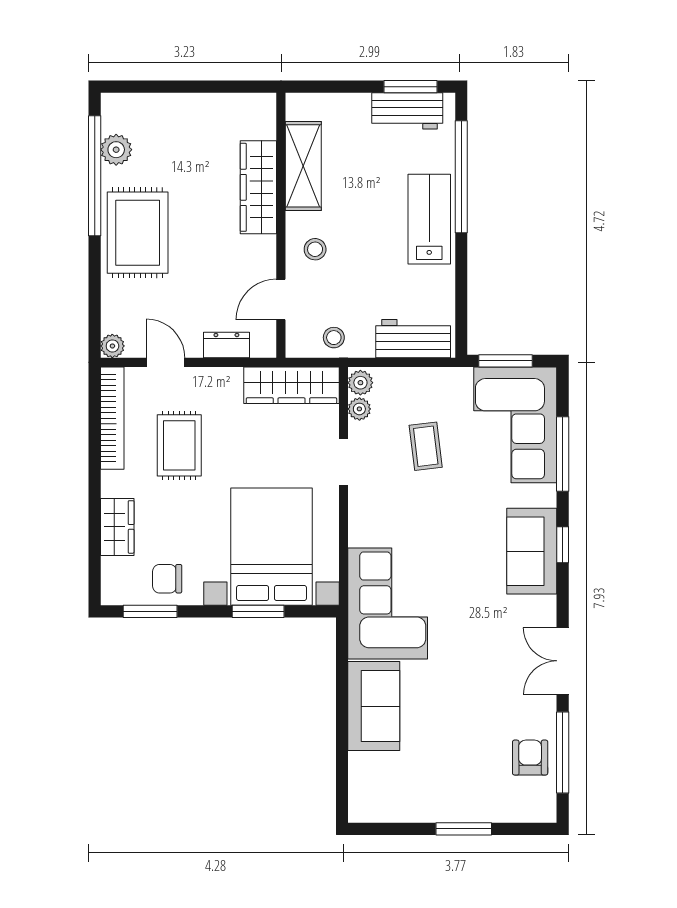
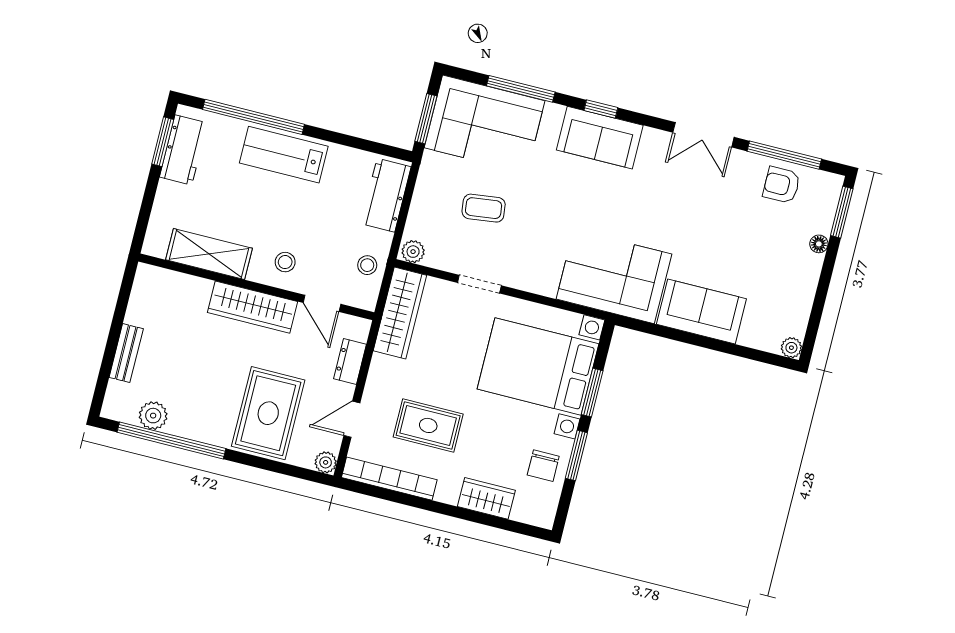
bench: (176, 104) -> (126, 353), added
wardrobe: (258, 187) -> (253, 307), moved
rug: (138, 233) -> (268, 413), moved, turned 90
plant: (359, 409) -> (791, 348), moved
window: (150, 611) -> (576, 455), moved
floor lamp: (477, 813) -> (819, 244), added
window: (464, 829) -> (842, 212), moved

